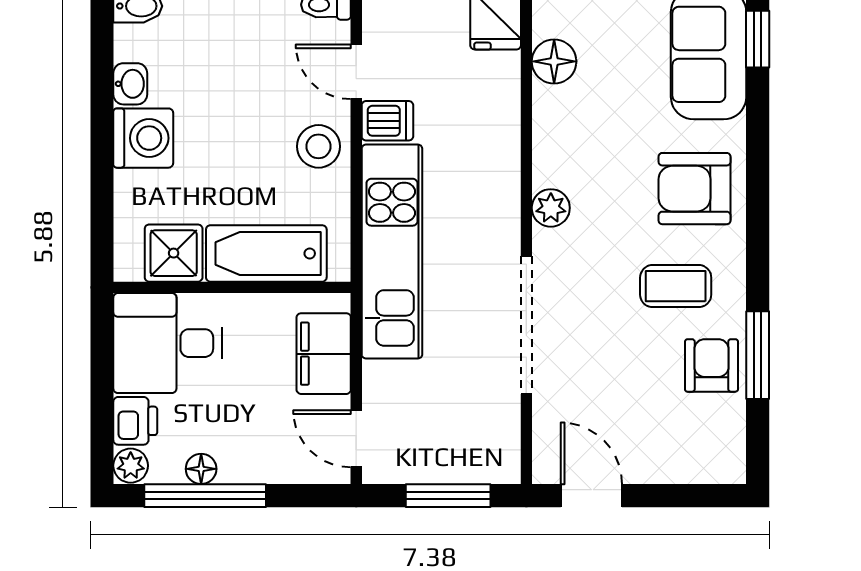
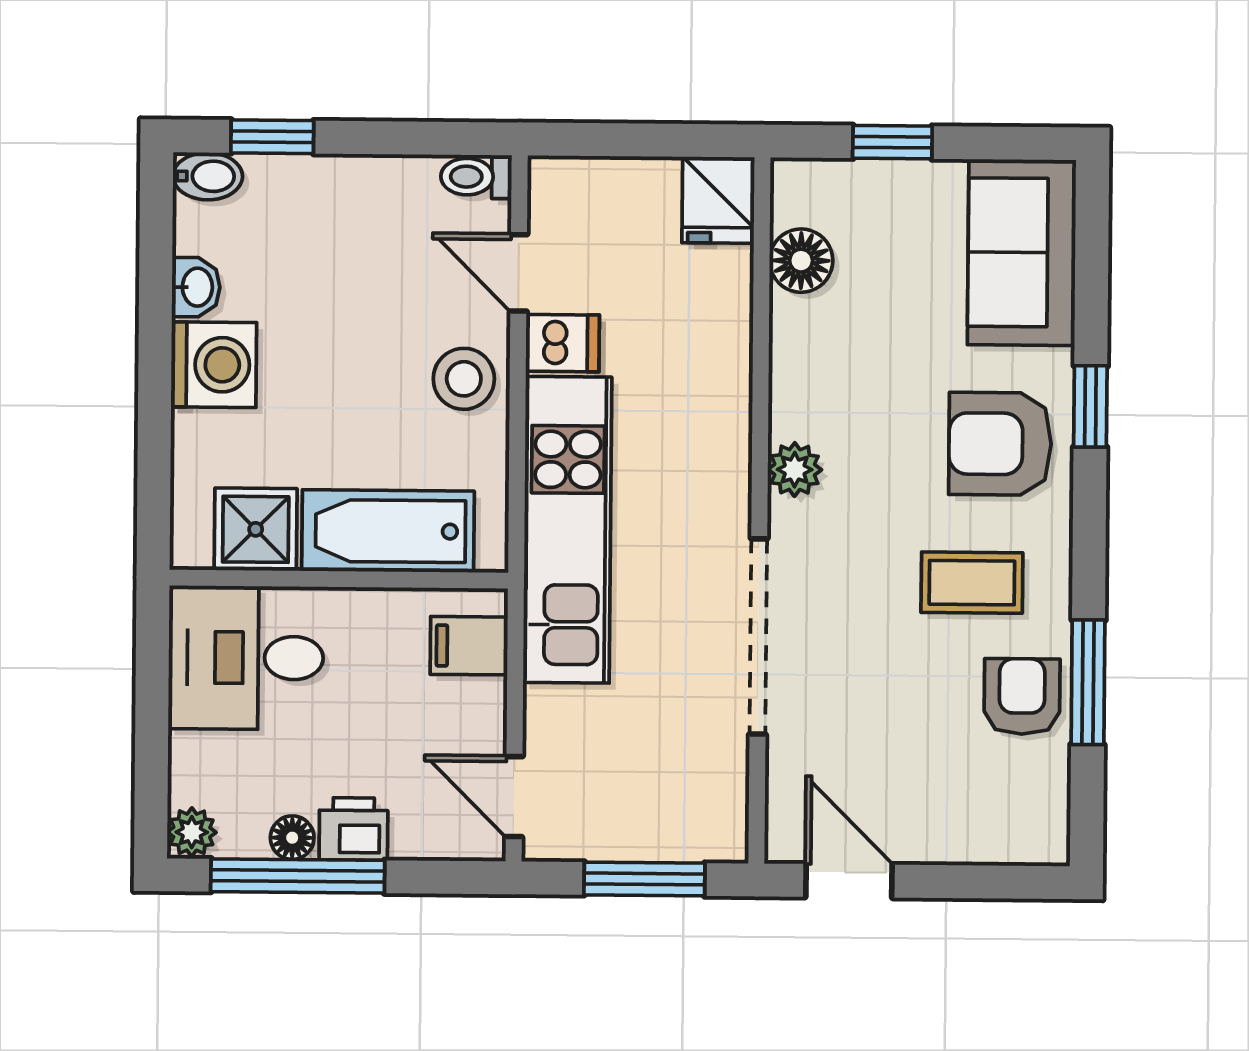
window: (758, 39) -> (1090, 406), moved
filing cabinet: (324, 354) -> (469, 646), width x0.50
printer: (135, 421) -> (353, 829), moved, turned -90

